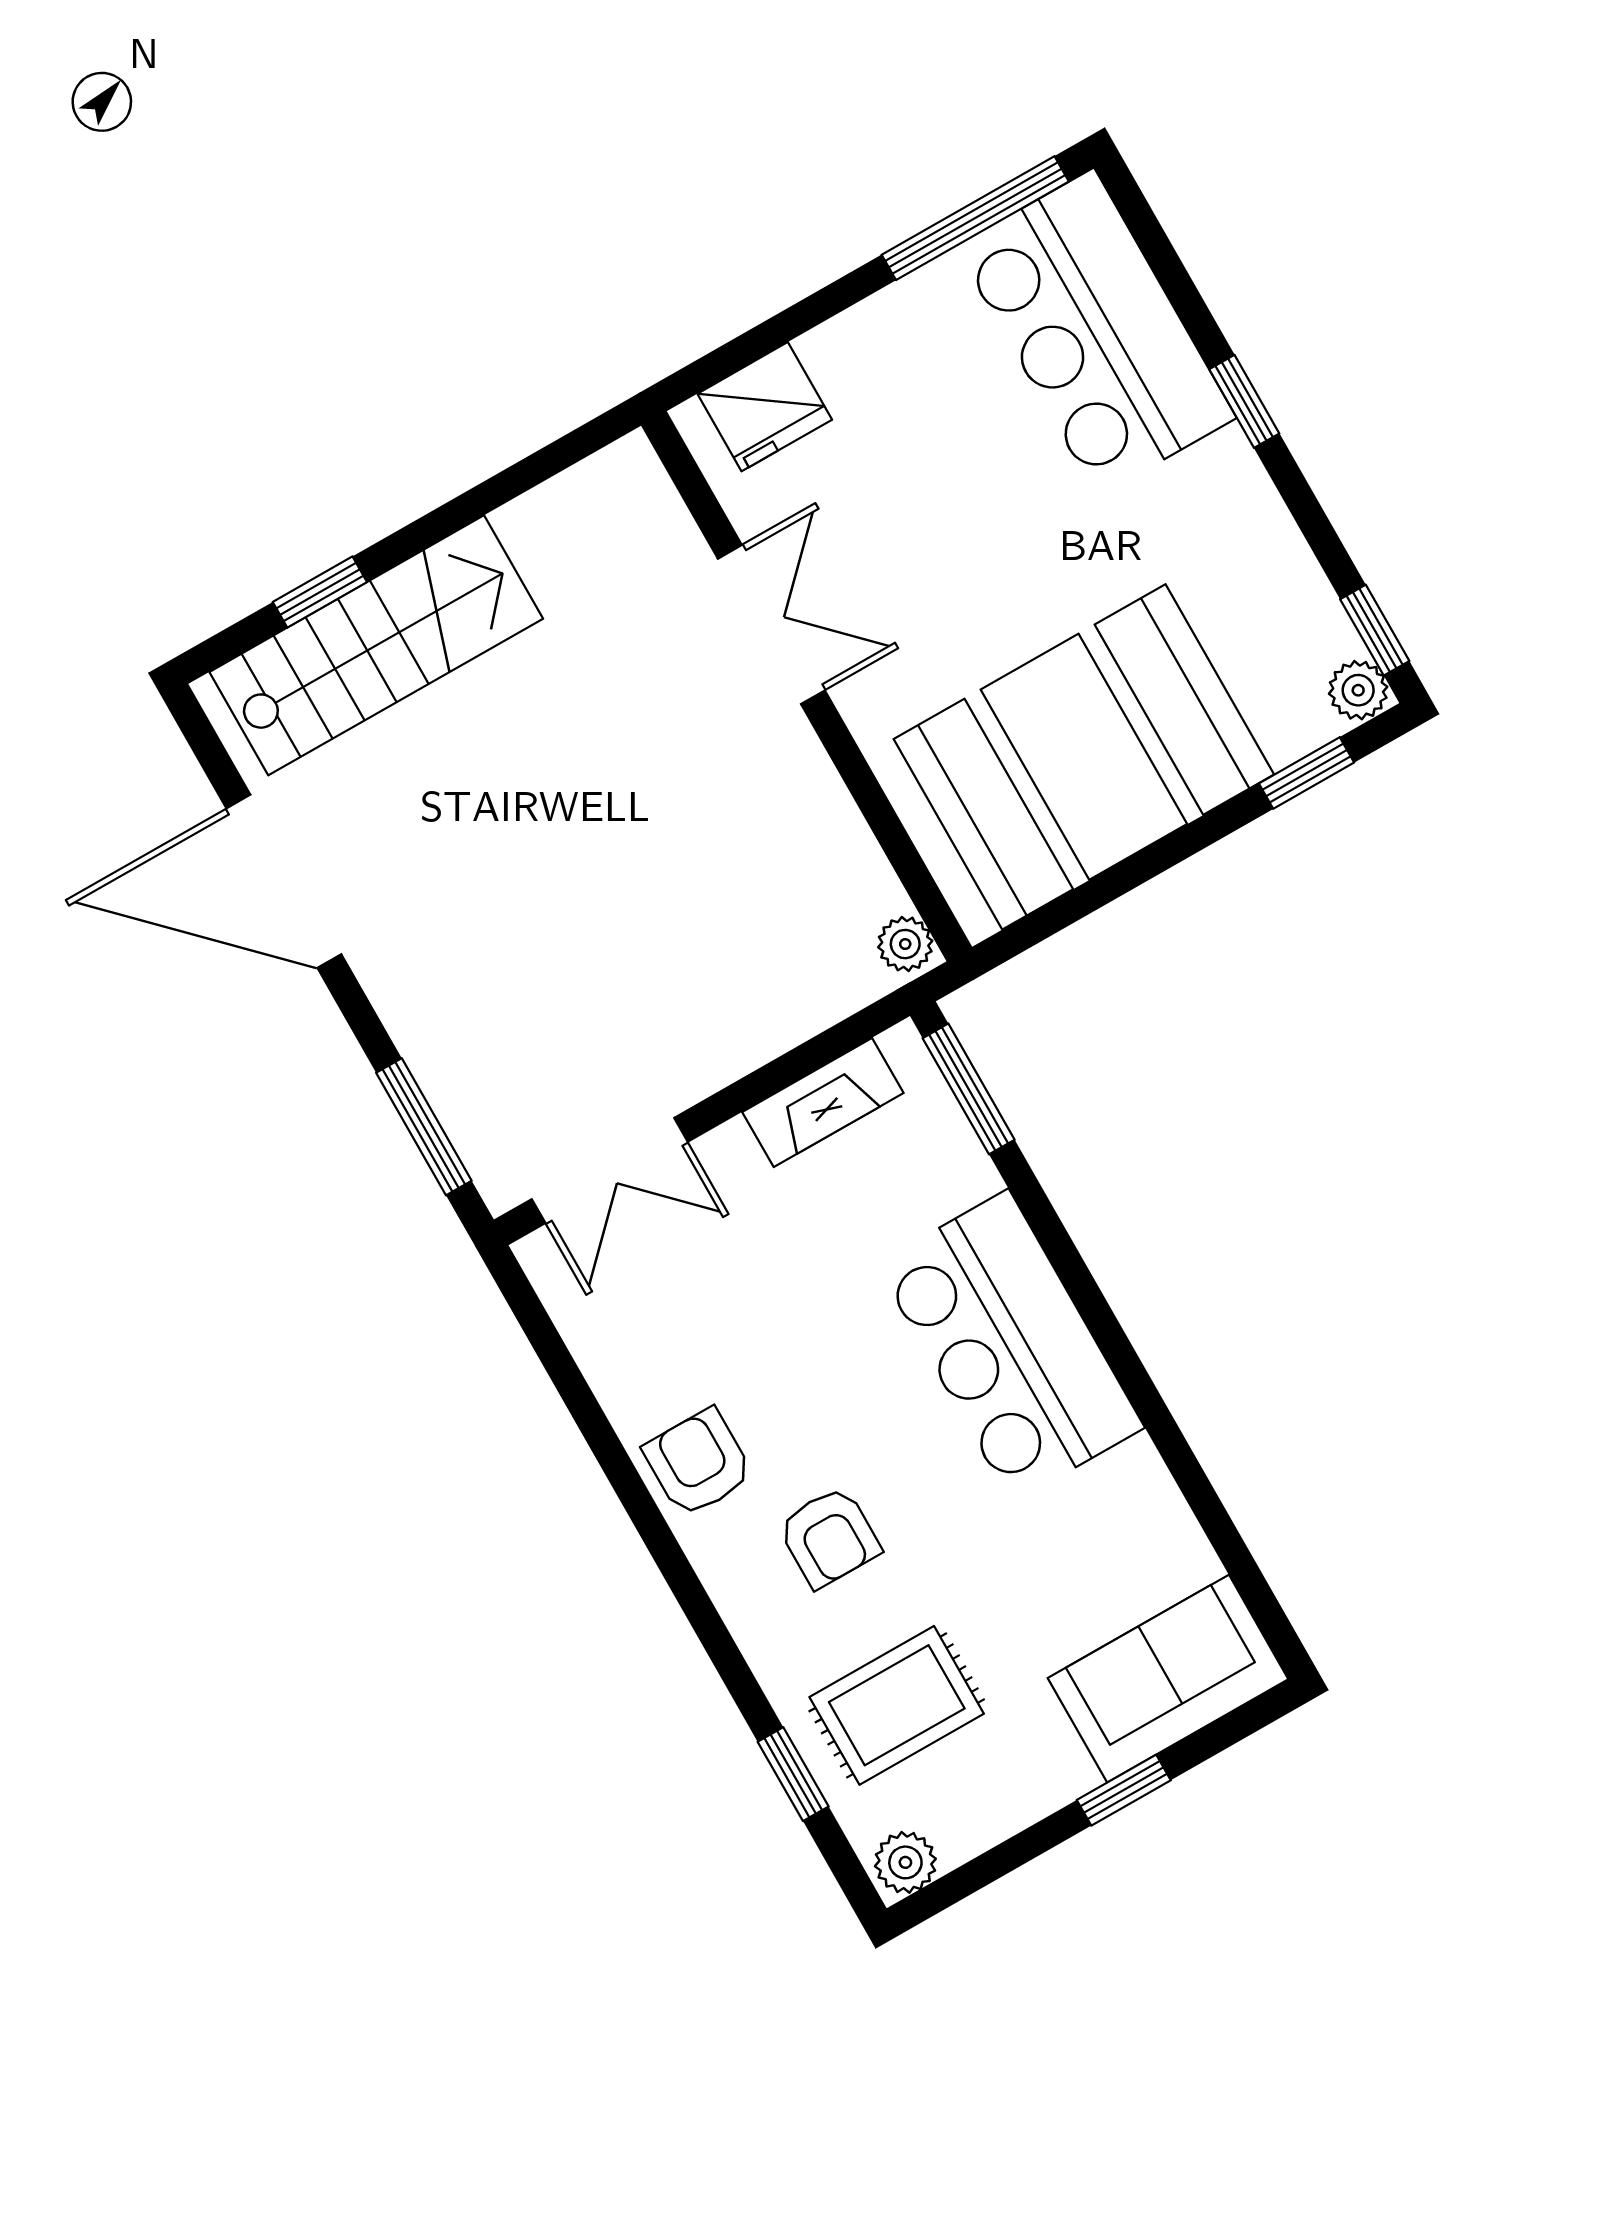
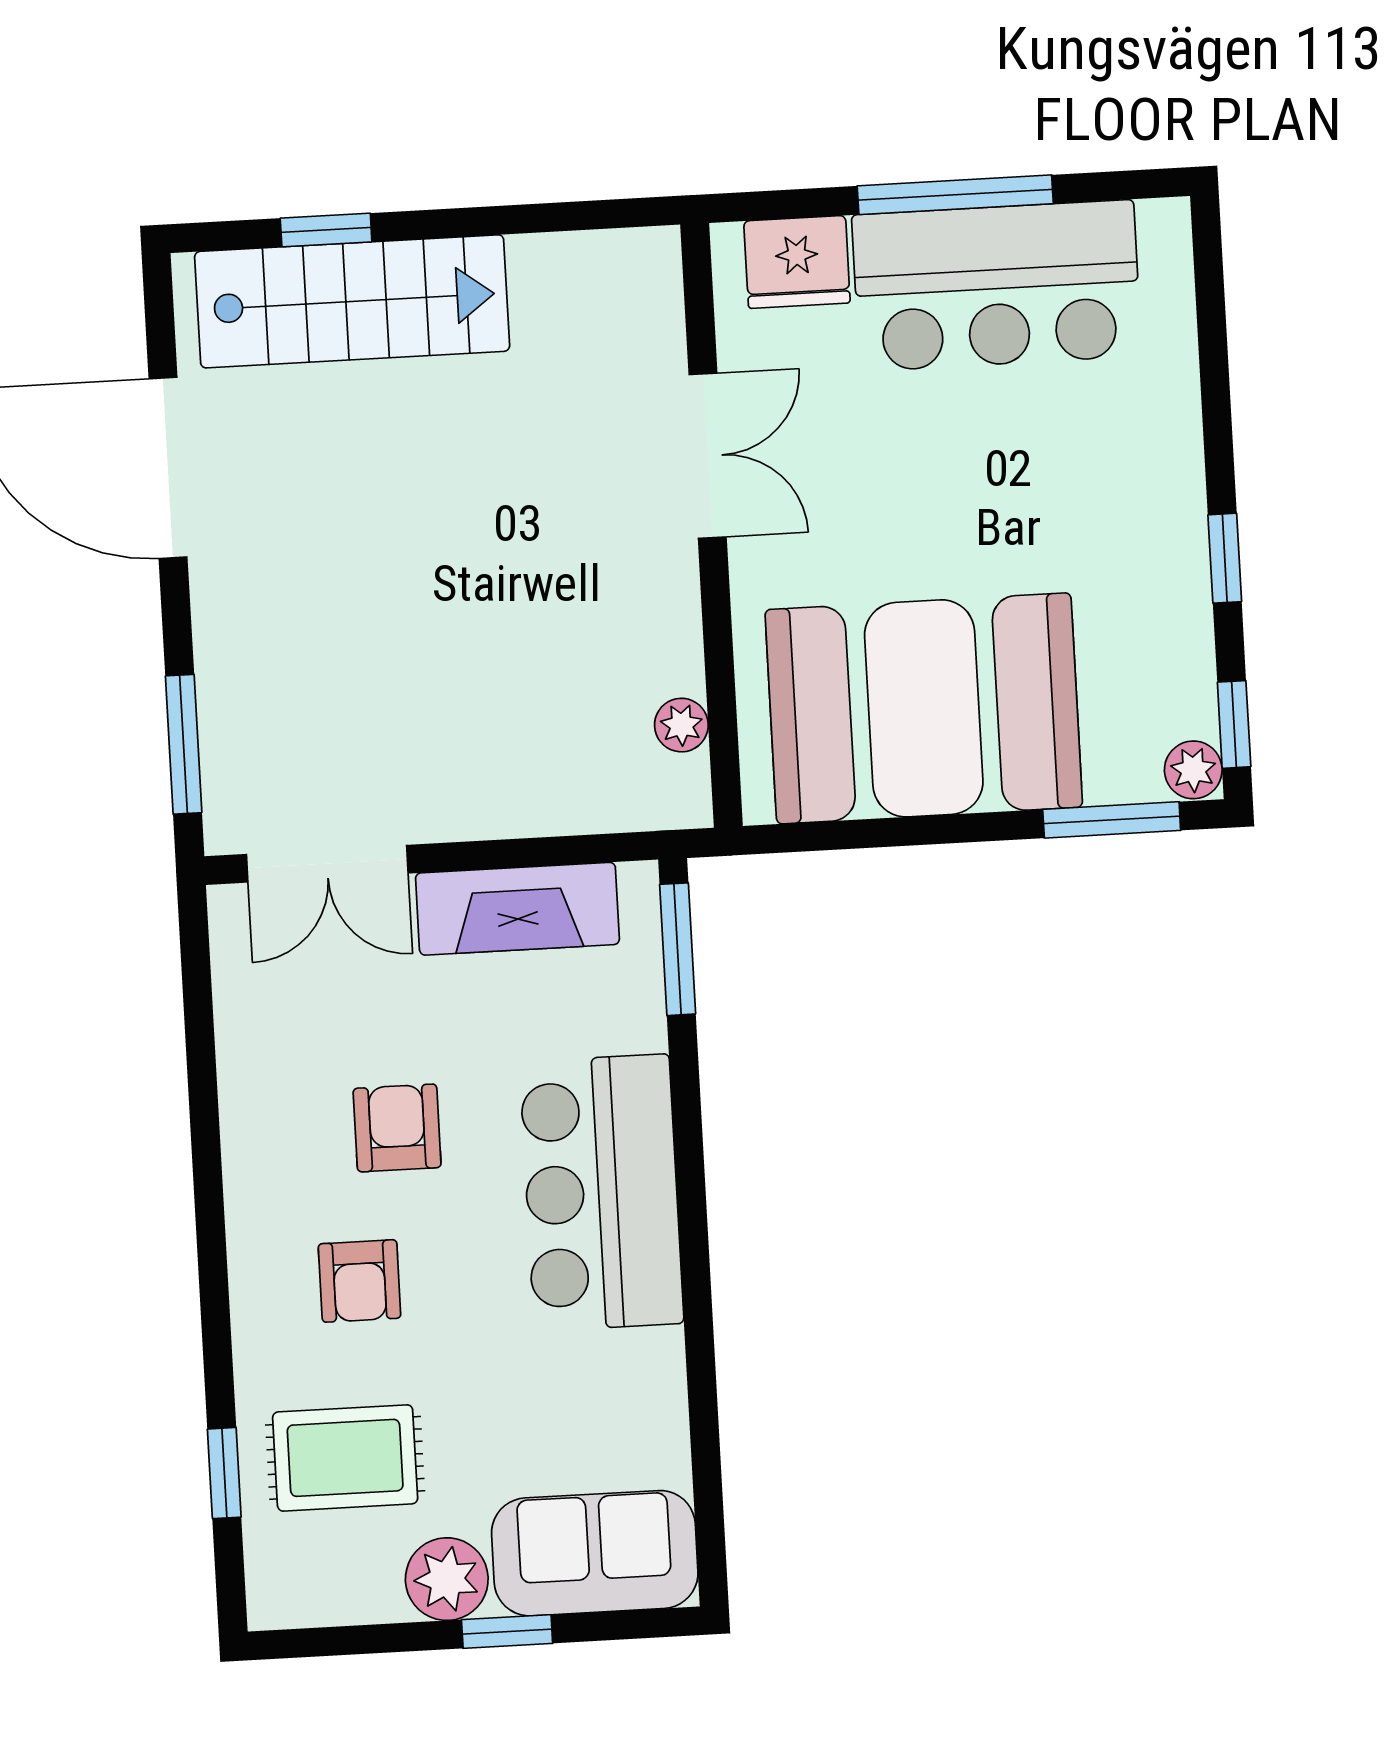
window: (975, 218) -> (955, 195), moved
bar counter: (1096, 332) -> (997, 286), moved, turned -90
window: (1244, 401) -> (1225, 558), moved
window: (1306, 773) -> (1112, 820), width x1.50
plant: (905, 944) -> (681, 725), moved
fireplace: (823, 1102) -> (517, 909), width x1.37, depth x1.32
armchair: (698, 1463) -> (397, 1128), moved
plant: (905, 1862) -> (447, 1579), moved, width x1.38, depth x1.38

